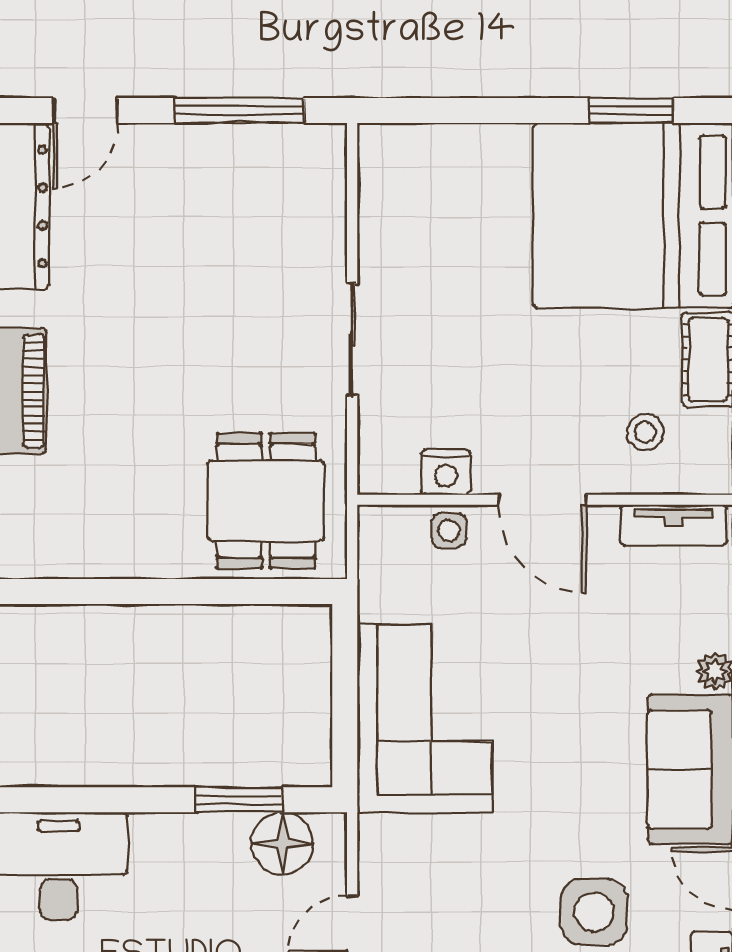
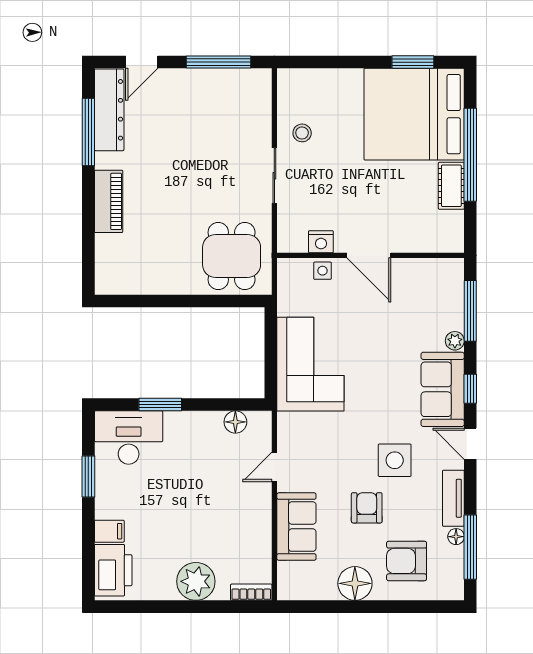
stool: (645, 432) -> (302, 133), moved
tv unit: (674, 525) -> (434, 268), removed
window: (239, 800) -> (160, 405), moved
floor lamp: (282, 843) -> (235, 422), width x0.73, depth x0.73

